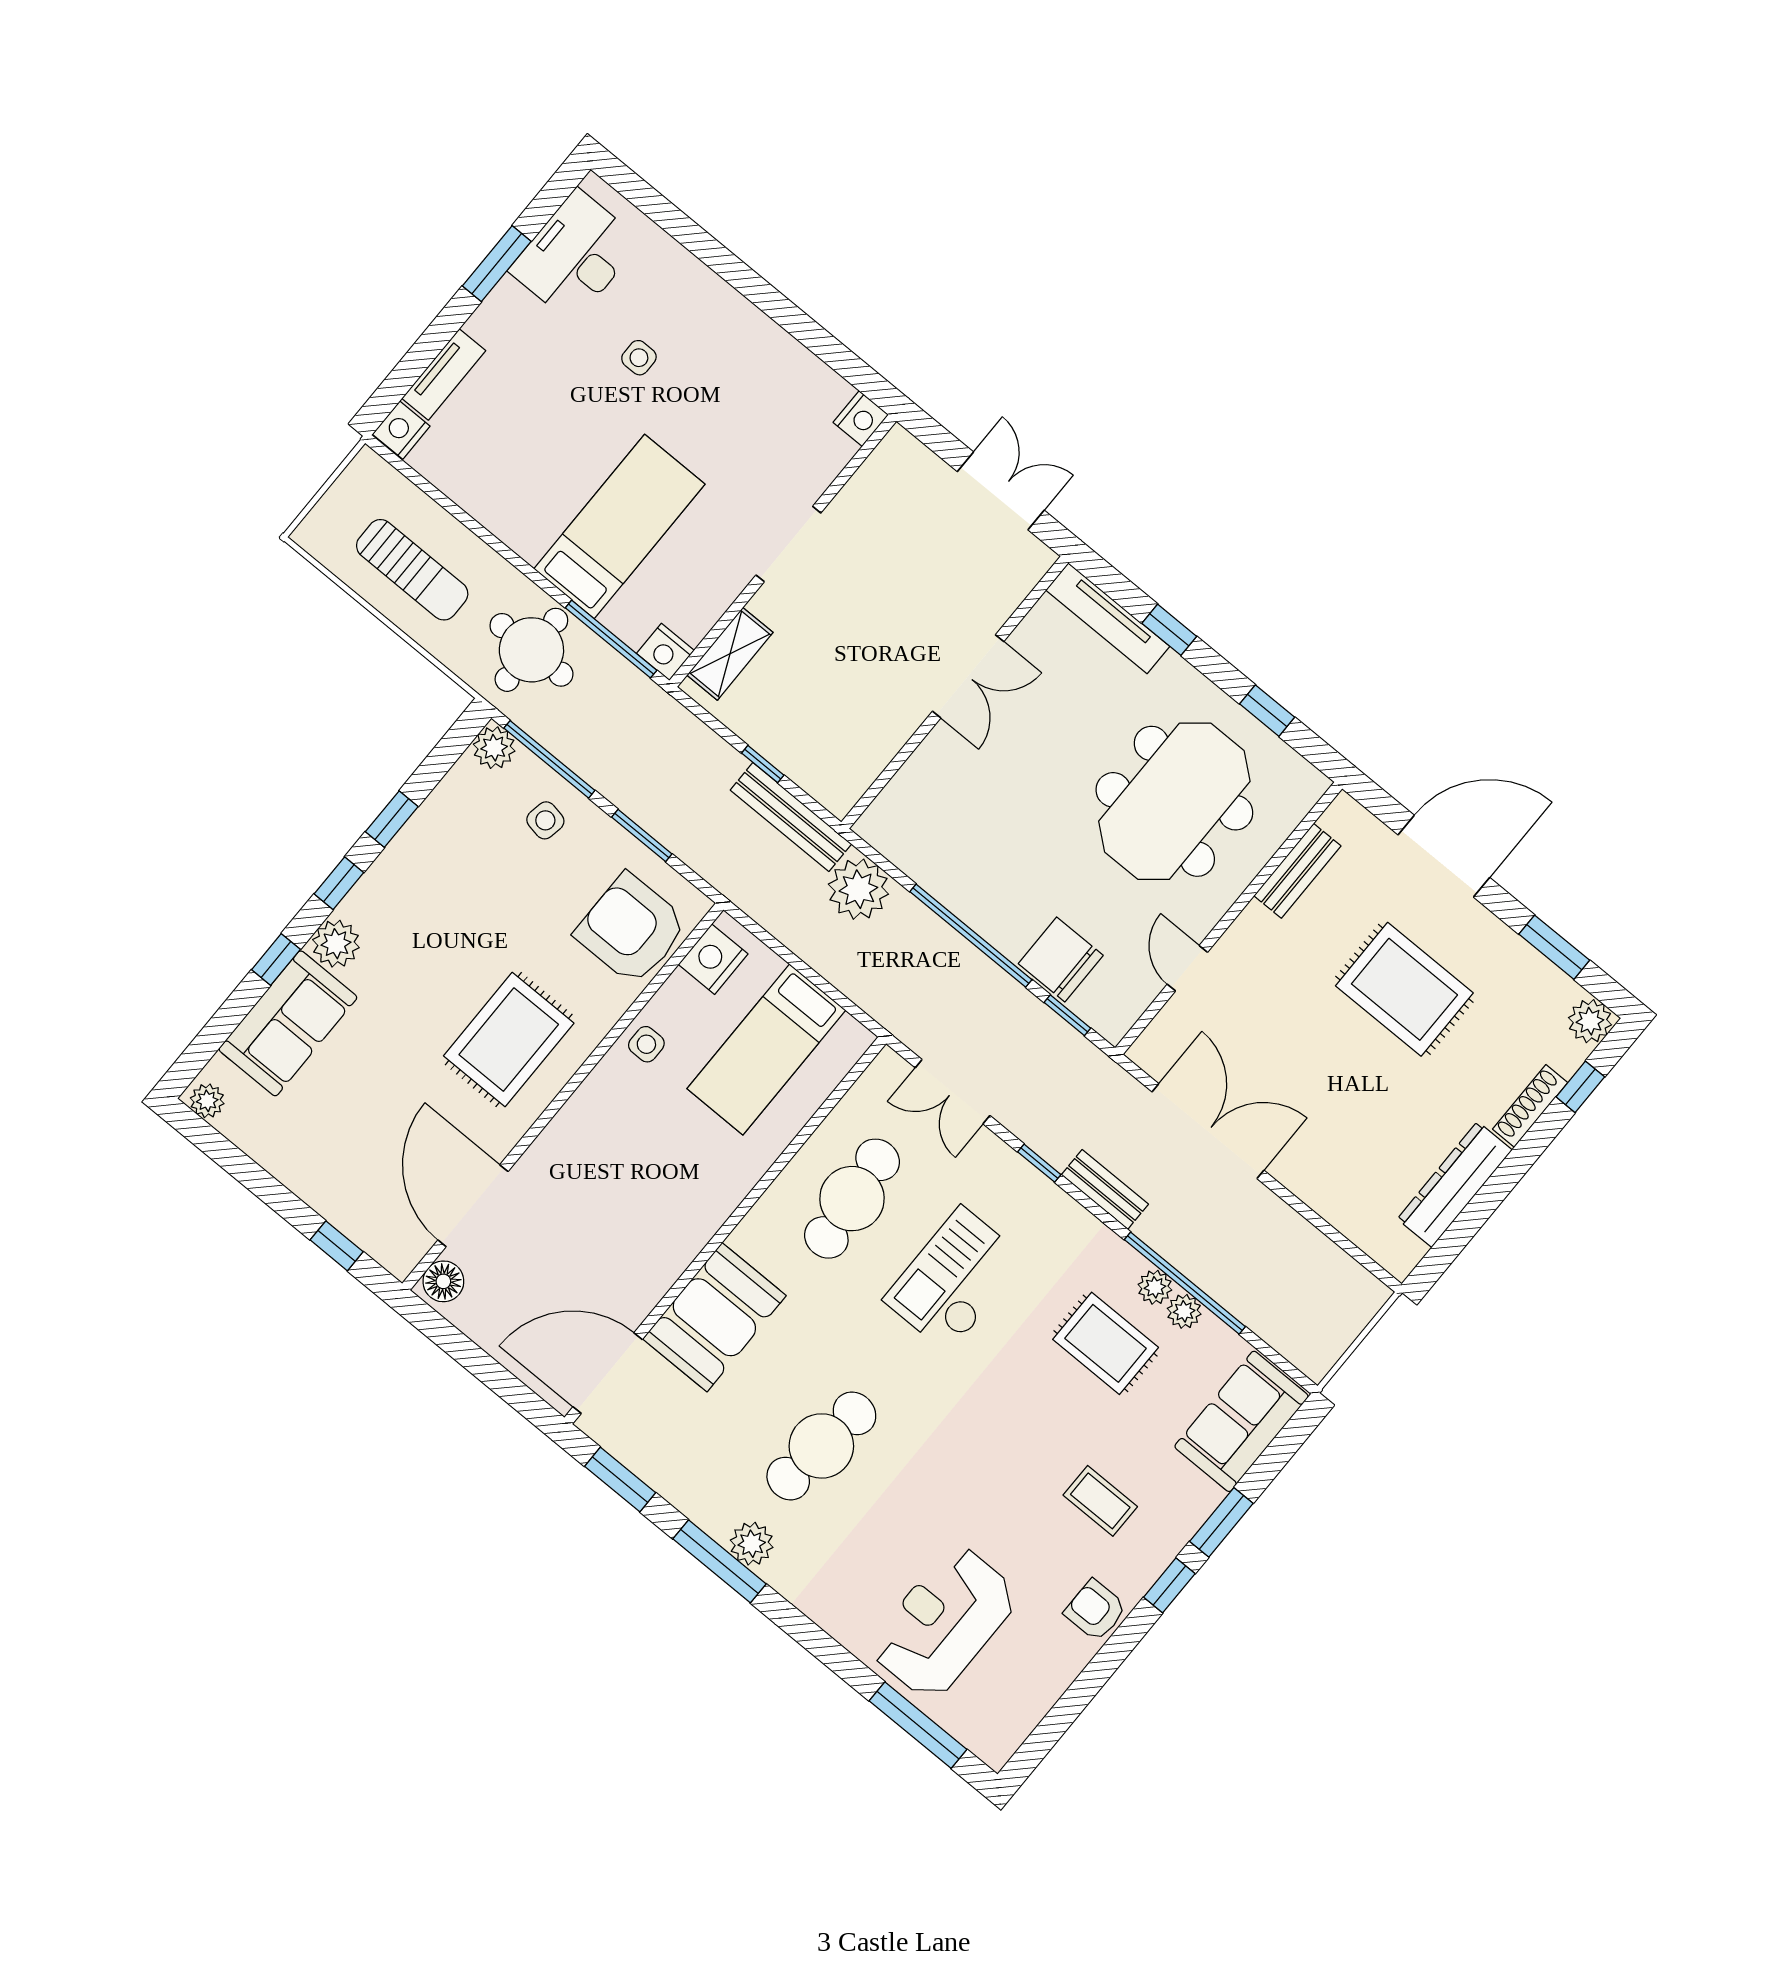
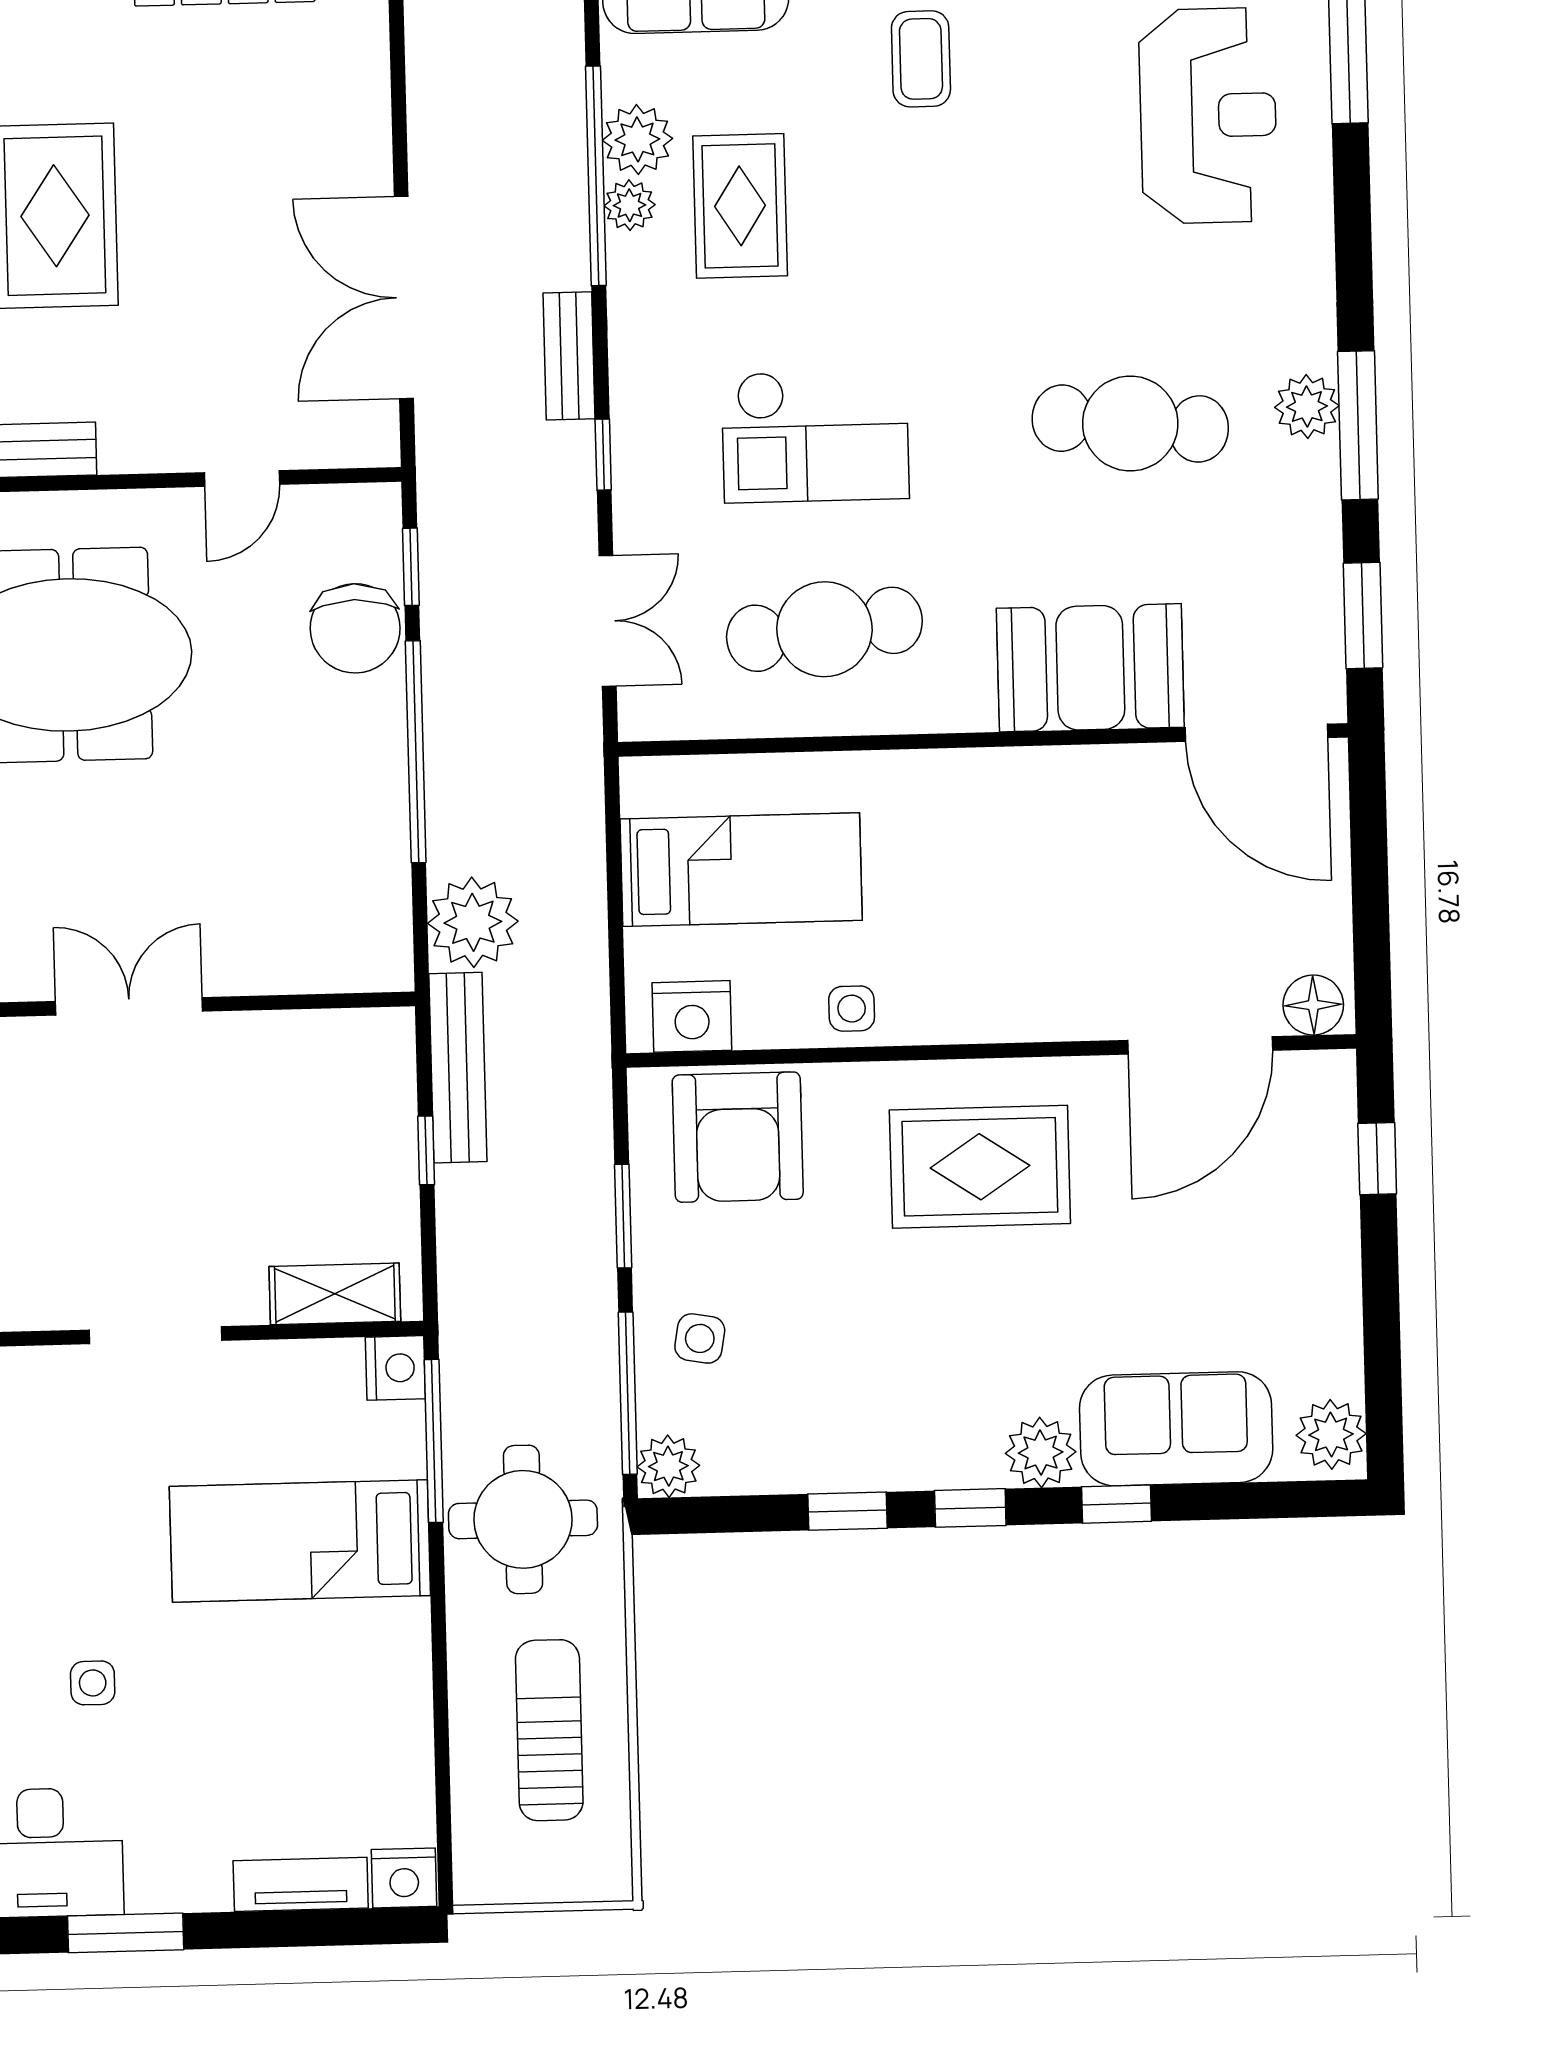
plant: (207, 1101) -> (1331, 1434), width x1.38, depth x1.38
plant: (1184, 1311) -> (637, 139), width x1.38, depth x1.38
reception desk: (944, 1622) -> (1208, 116), turned -90

